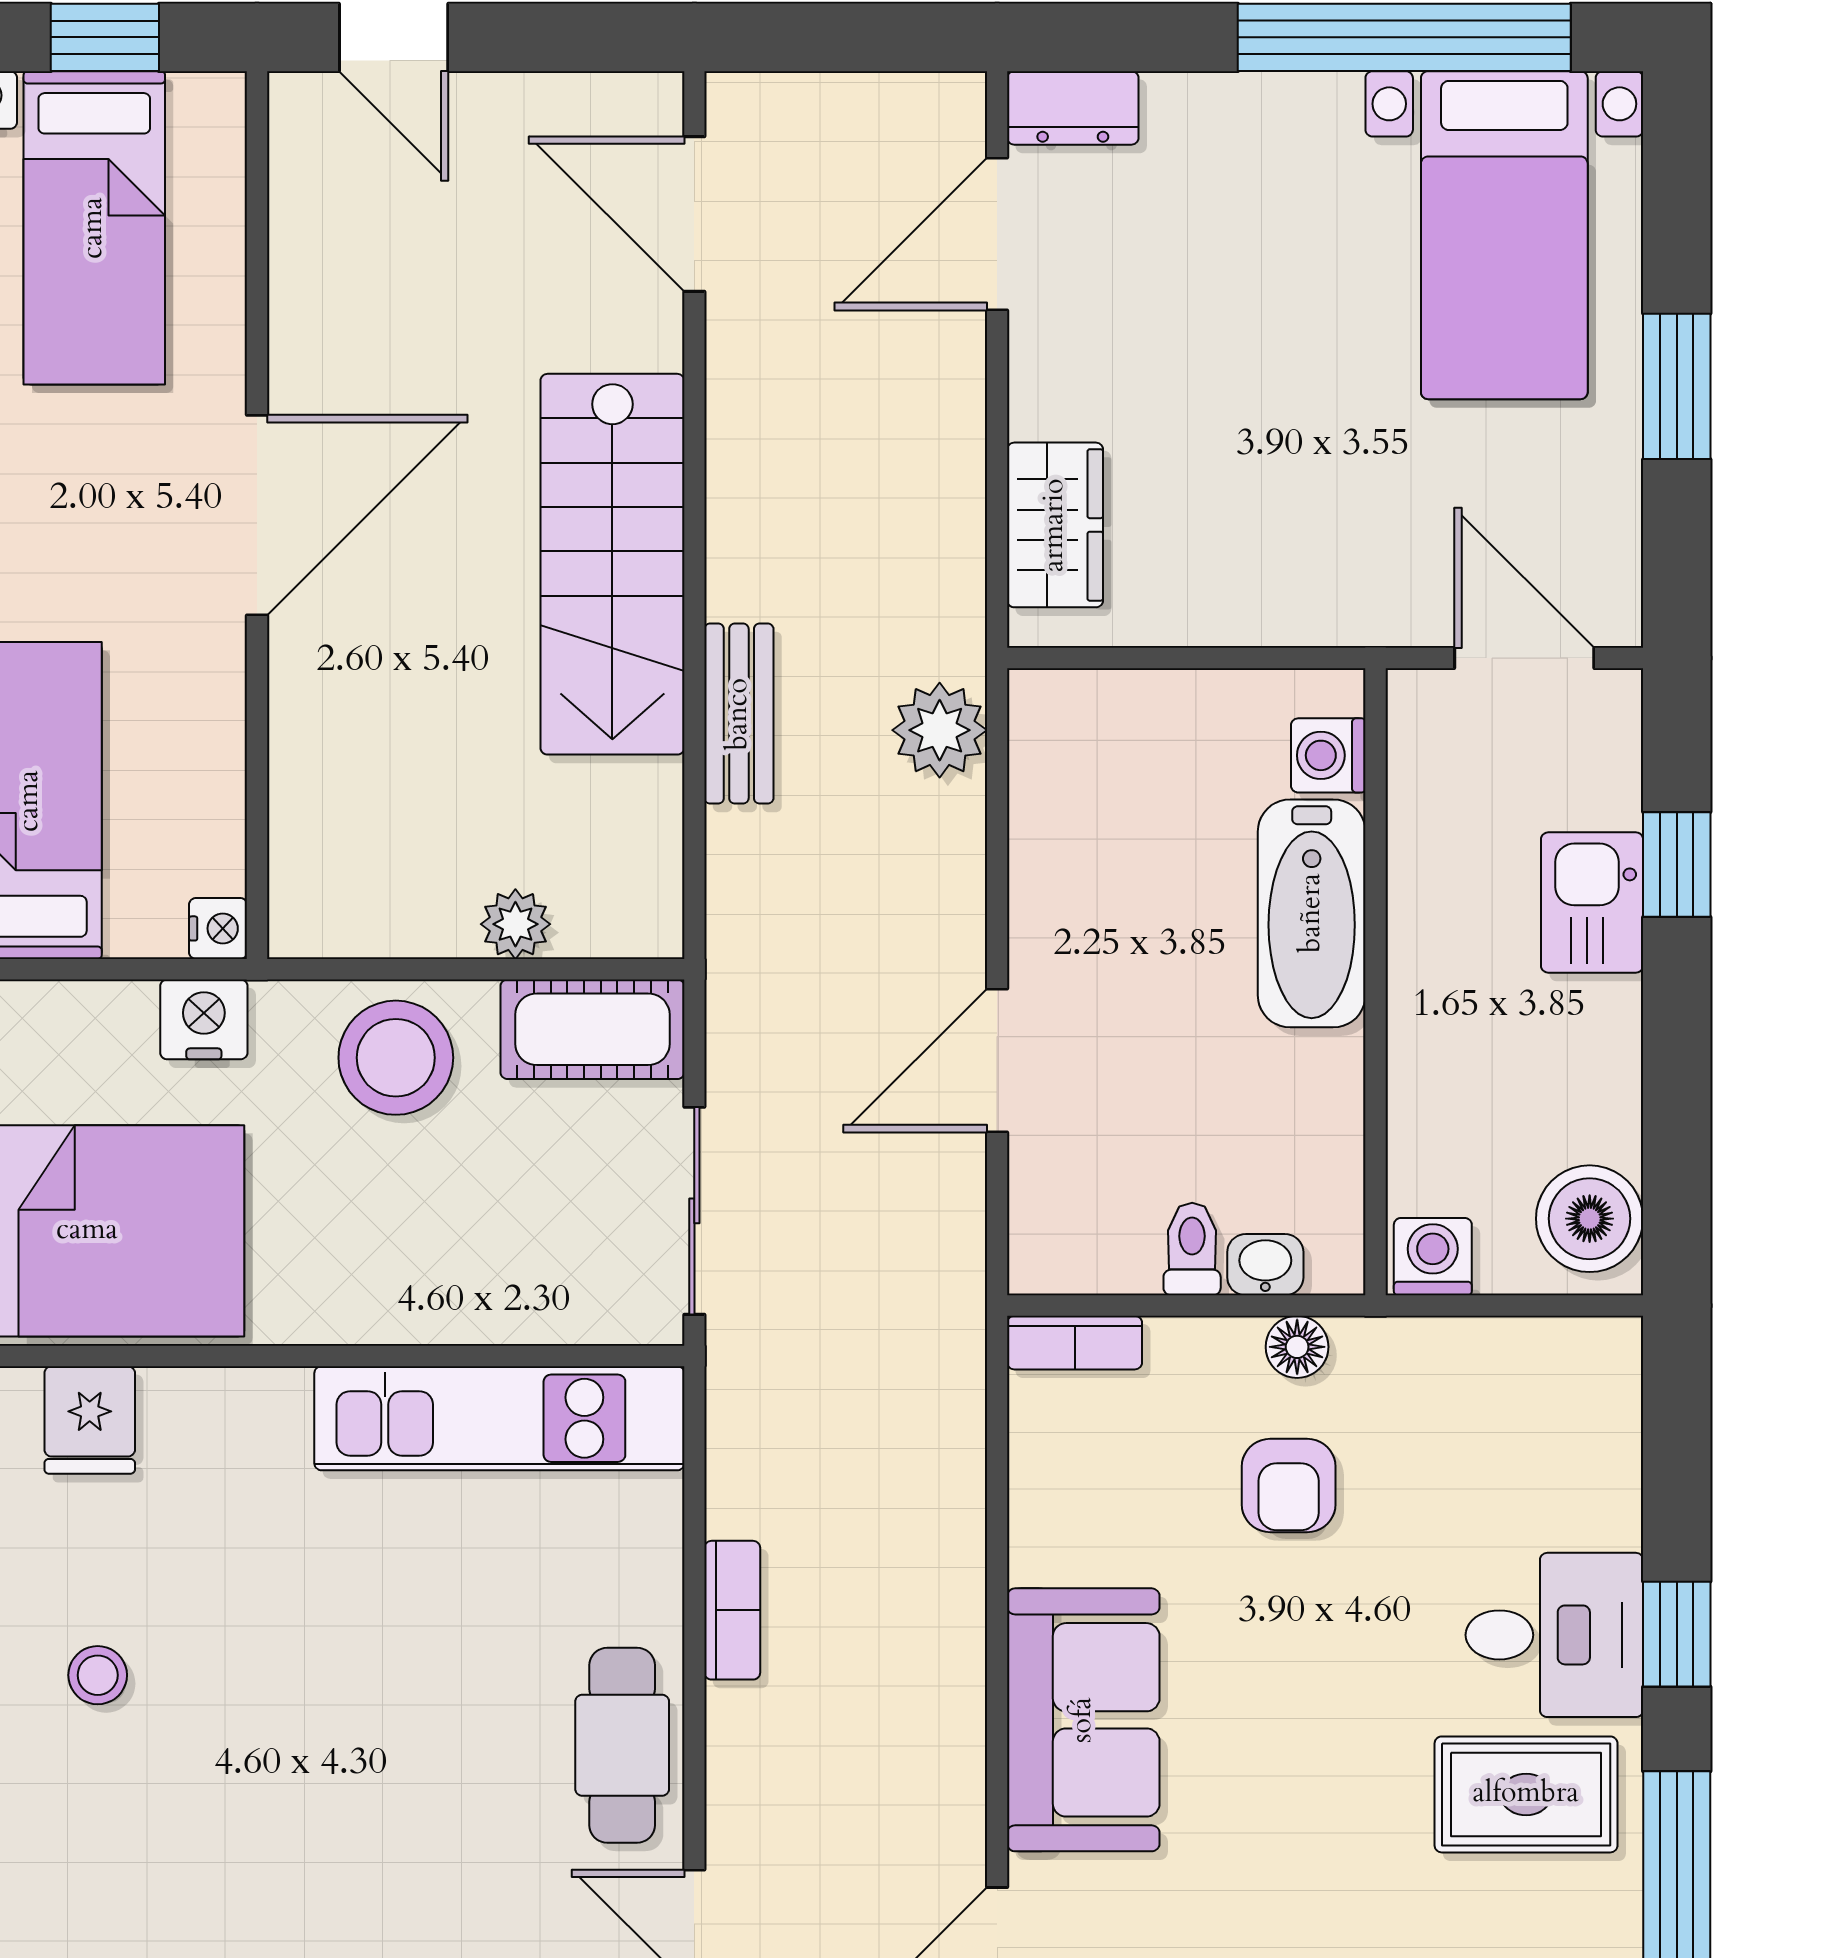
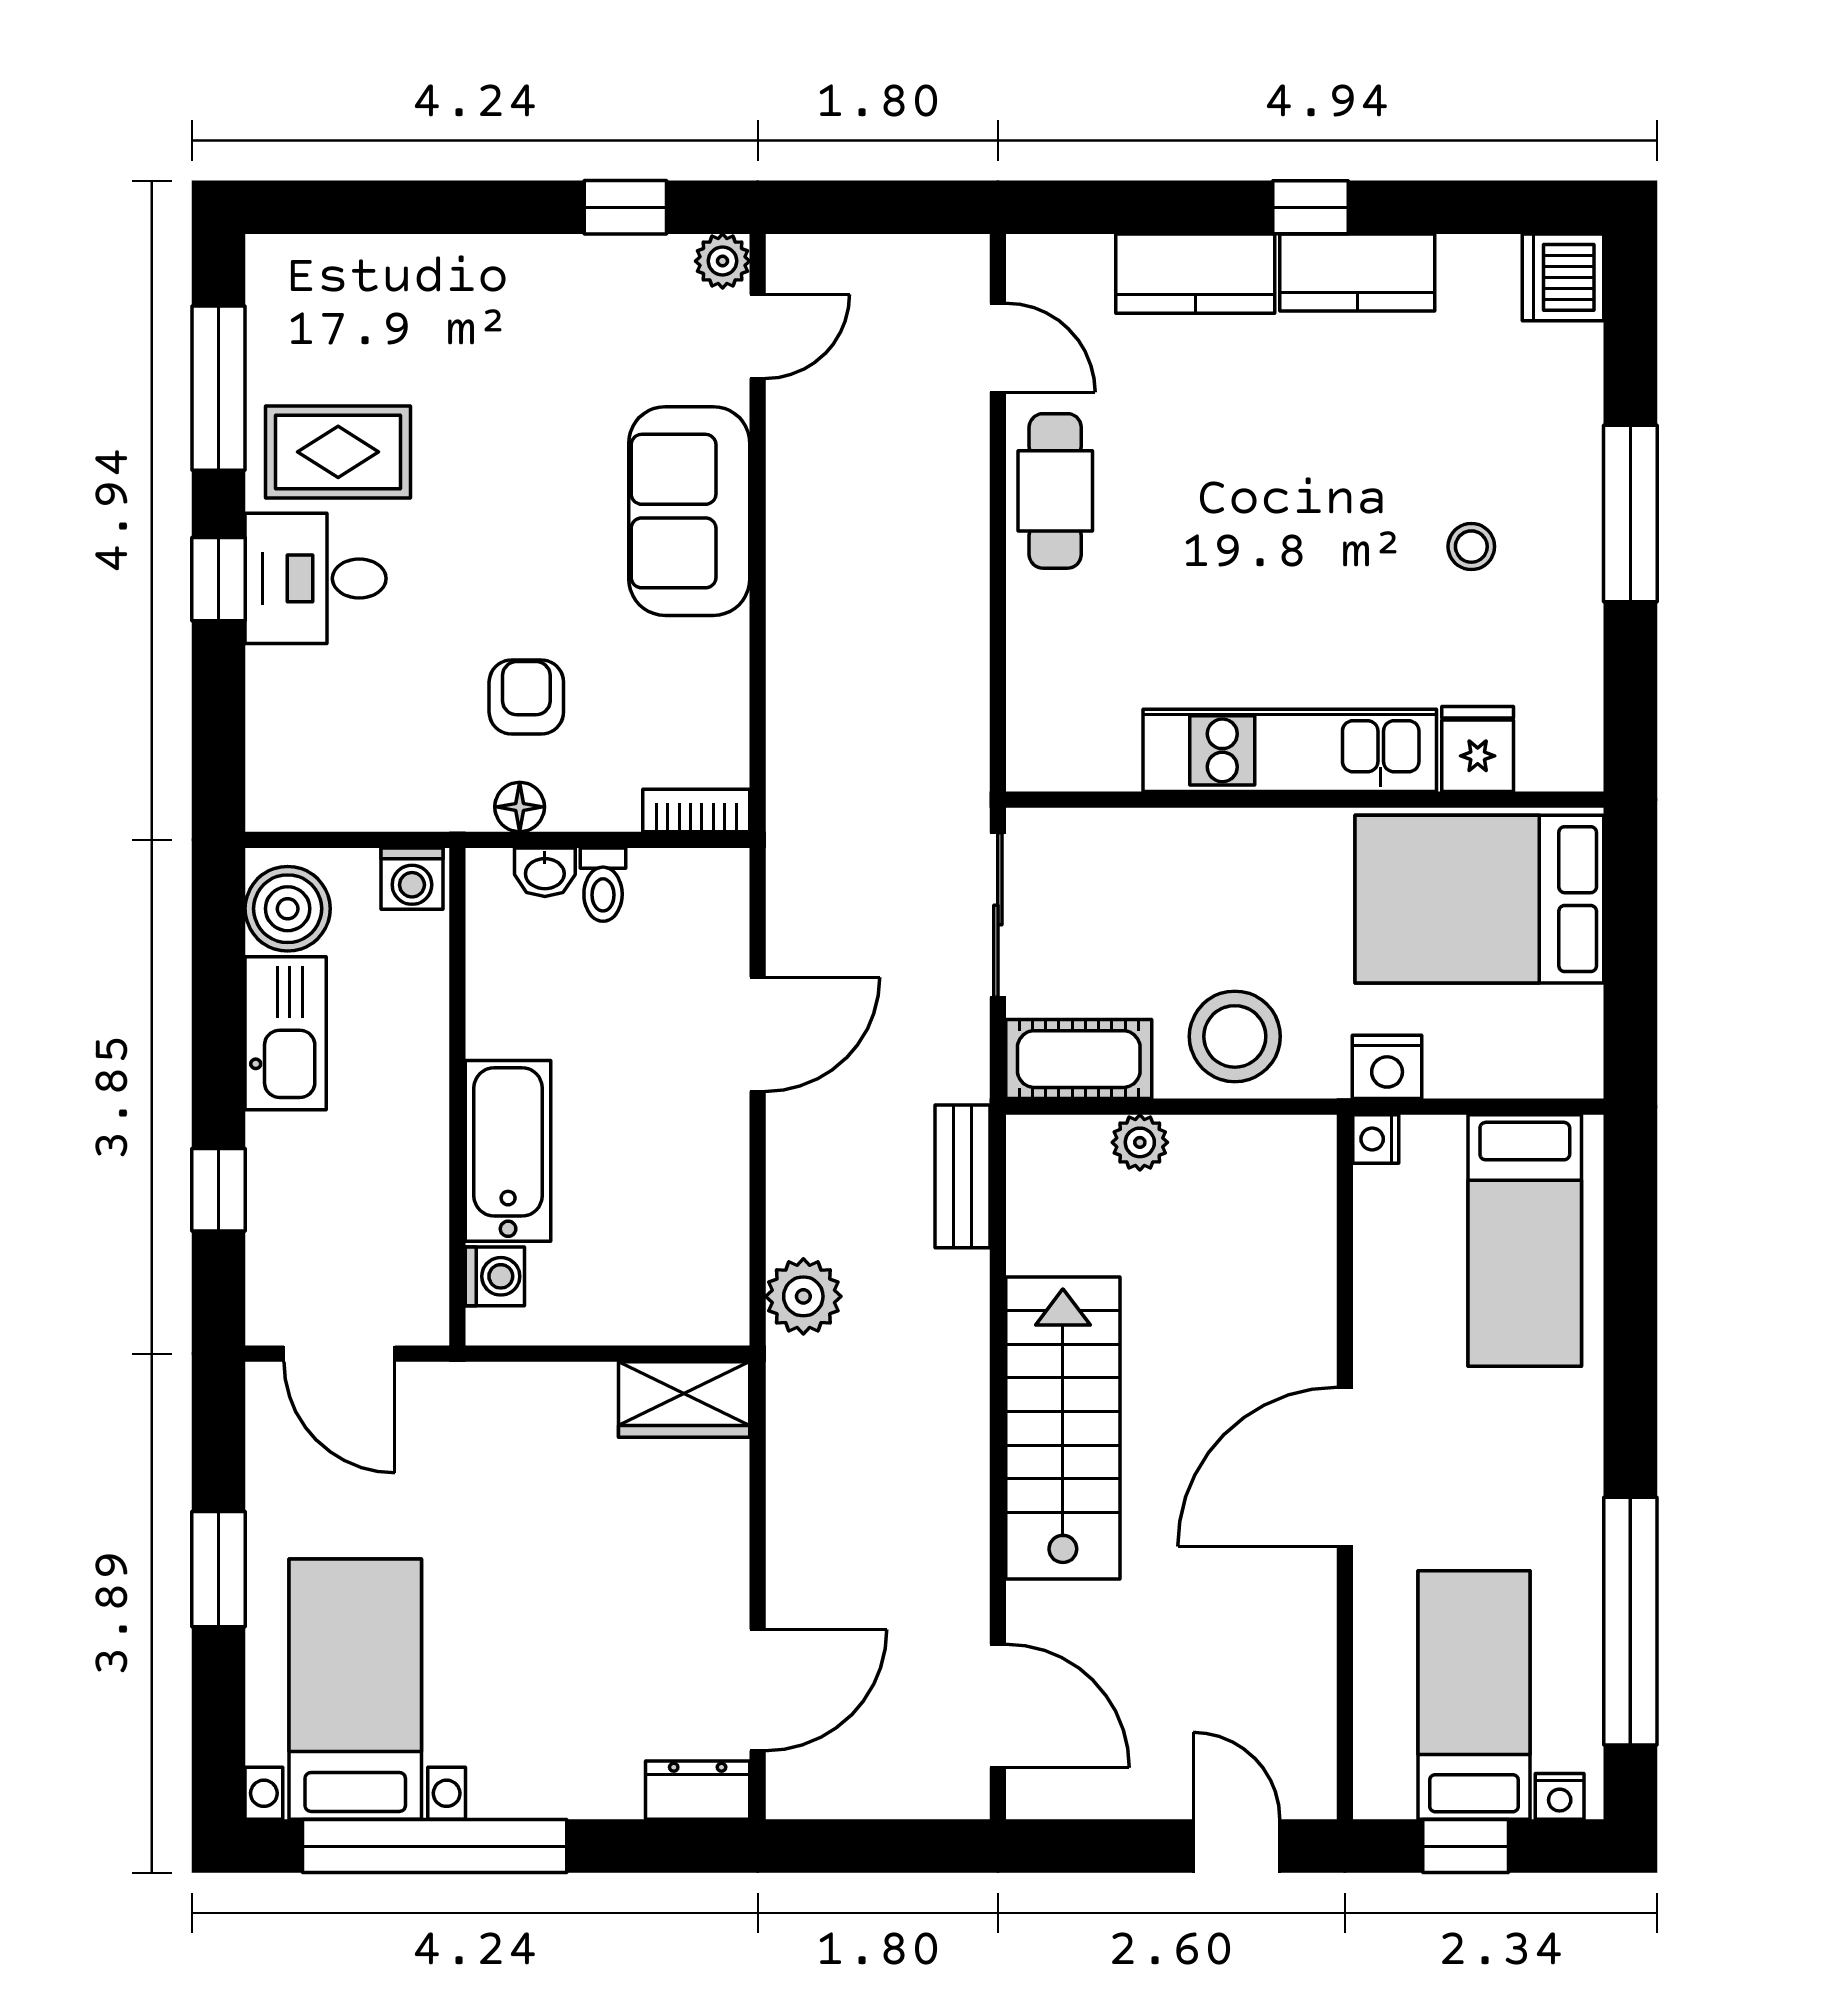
wardrobe: (1055, 525) -> (684, 1400), moved, turned -90
bench: (739, 714) -> (963, 1176), moved
kitchen sink: (1592, 903) -> (286, 1033), moved, width x1.38
kitchen unit: (499, 1418) -> (1290, 750), moved
bookcase: (732, 1610) -> (968, 598), removed

